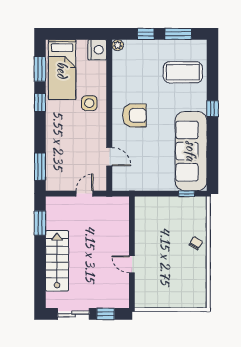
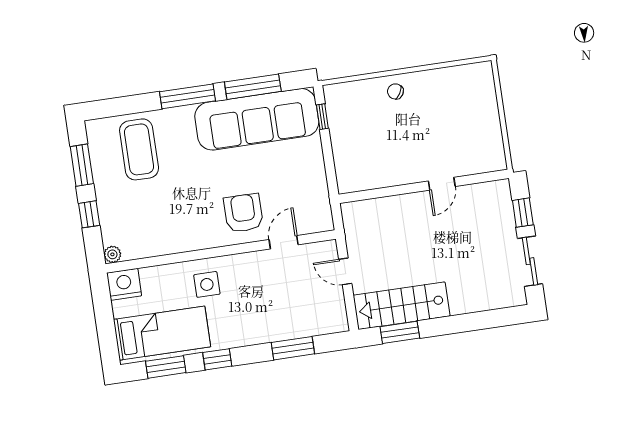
window: (212, 109) -> (188, 96), width x2.17
armchair: (134, 115) -> (243, 213), moved
window: (212, 152) -> (253, 87), added
window: (40, 167) -> (293, 348), moved
stairs: (57, 261) -> (402, 306), moved

